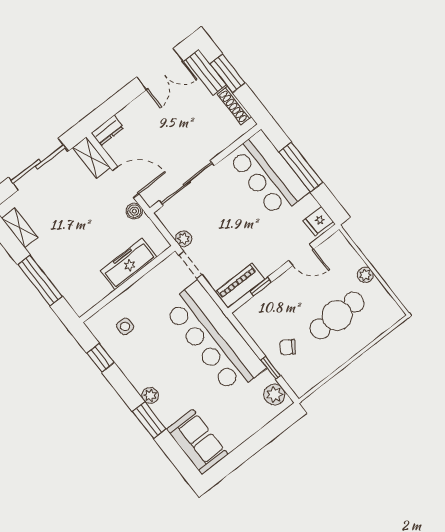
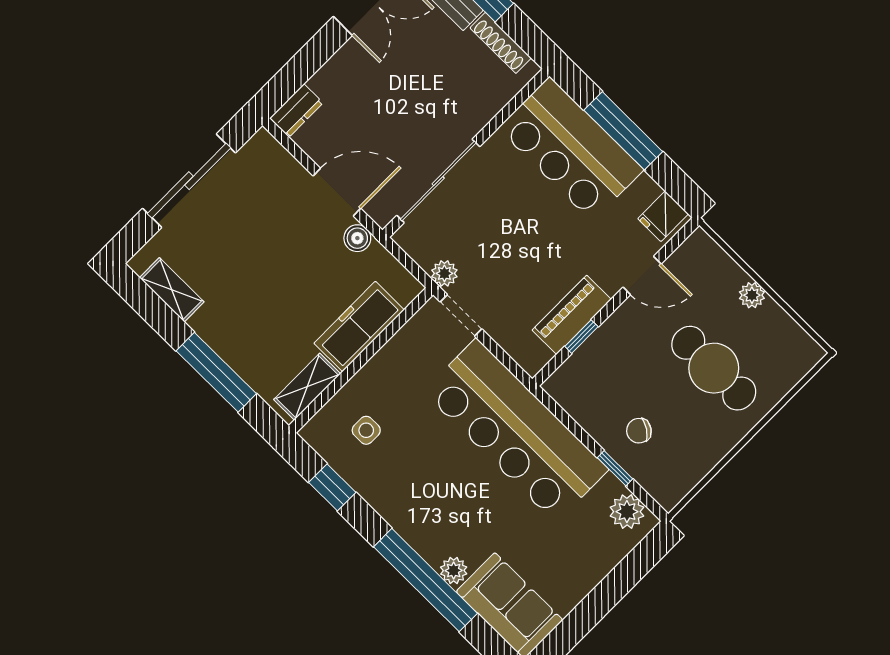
shelving: (91, 158) -> (307, 387), moved, turned 90
piano: (240, 286) -> (572, 315), moved
cafe table: (337, 315) -> (714, 368), turned 90
plant: (150, 395) -> (454, 571), moved
window: (149, 420) -> (425, 580), width x2.11

